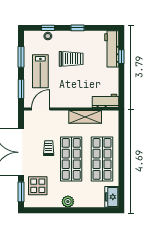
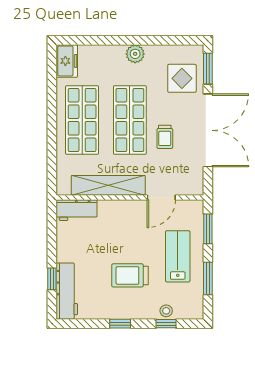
door: (41, 109) -> (161, 197), moved
shelving: (85, 117) -> (108, 185), width x1.47

